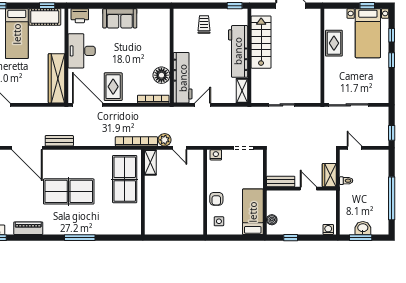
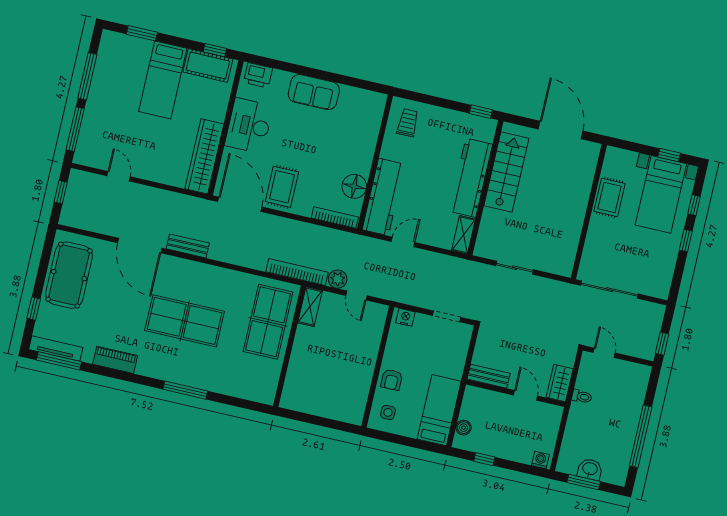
trolley: (204, 24) -> (408, 123), moved

